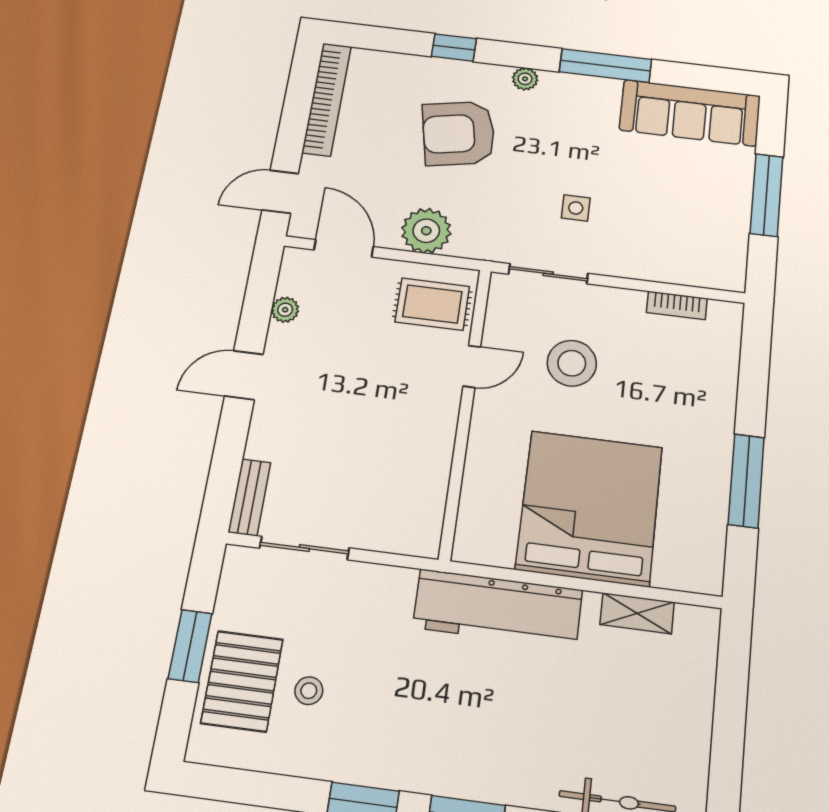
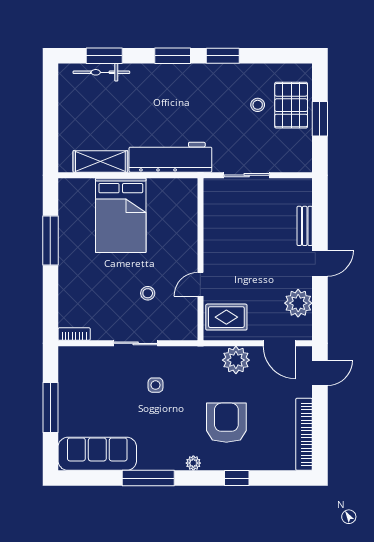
armchair: (459, 133) -> (226, 423), turned -79
sliding door: (548, 274) -> (136, 343), moved
bookcase: (677, 305) -> (74, 334), moved
plant: (285, 310) -> (298, 303), width x1.88, depth x1.88
stool: (572, 363) -> (148, 293), width x0.53, depth x0.53
bench: (249, 497) -> (305, 226), moved
bed: (589, 508) -> (121, 215), width x0.73
sliding door: (304, 548) -> (247, 175), moved
shelving: (637, 613) -> (100, 161), width x1.50, depth x1.33

